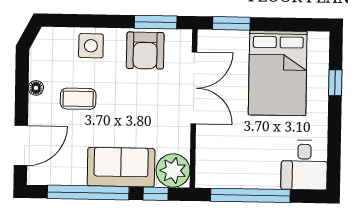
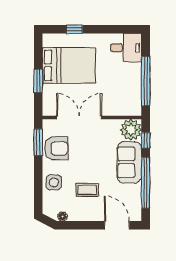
window: (231, 23) -> (38, 81), moved
floor lamp: (36, 88) -> (63, 216), moved
coffee table: (78, 99) -> (87, 190), turned 90

